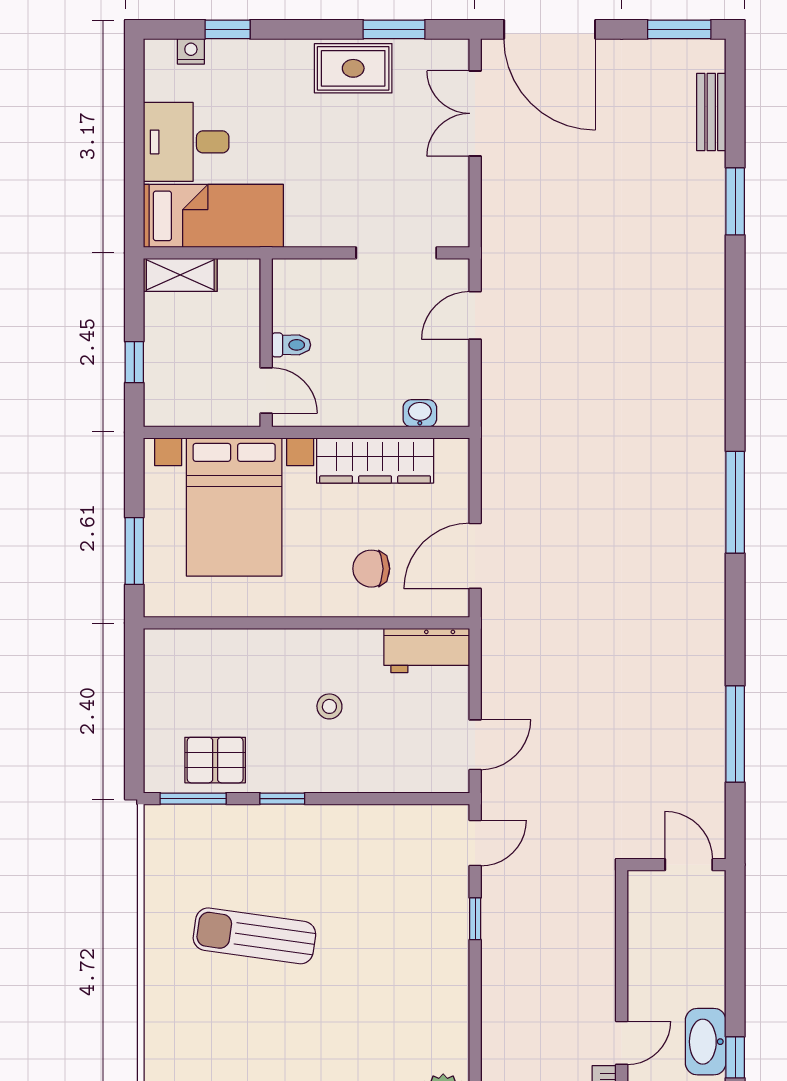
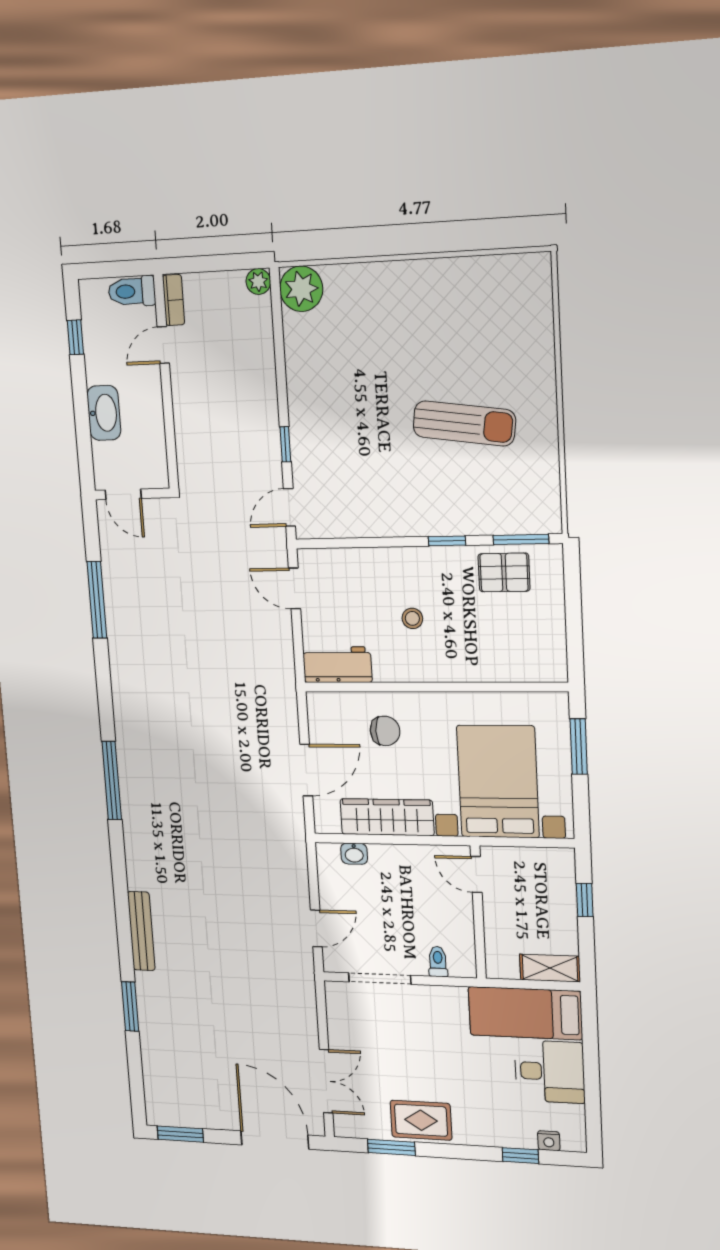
bench: (711, 112) -> (141, 931), moved, width x1.36
toilet: (291, 345) -> (438, 962), moved, turned 90
door: (475, 556) -> (306, 770), moved
door: (475, 745) -> (295, 588), hinge flipped
washbasin: (706, 1042) -> (104, 413), moved

